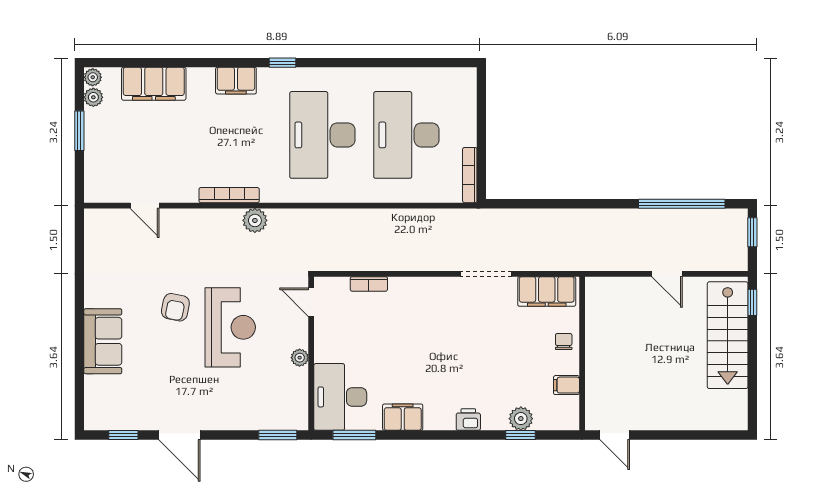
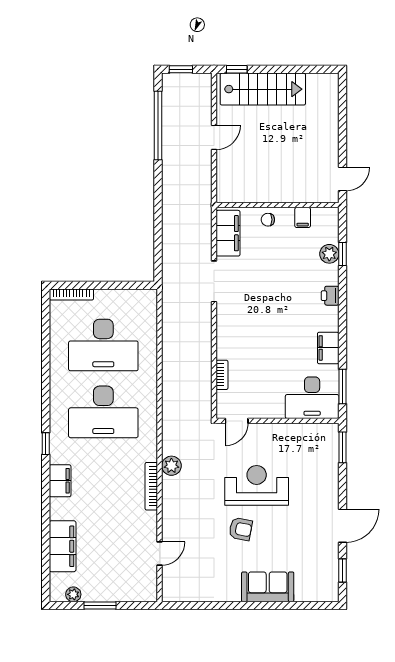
plant: (93, 77) -> (57, 595), removed
bookcase: (470, 175) -> (71, 294), moved
plant: (300, 358) -> (281, 430), removed

